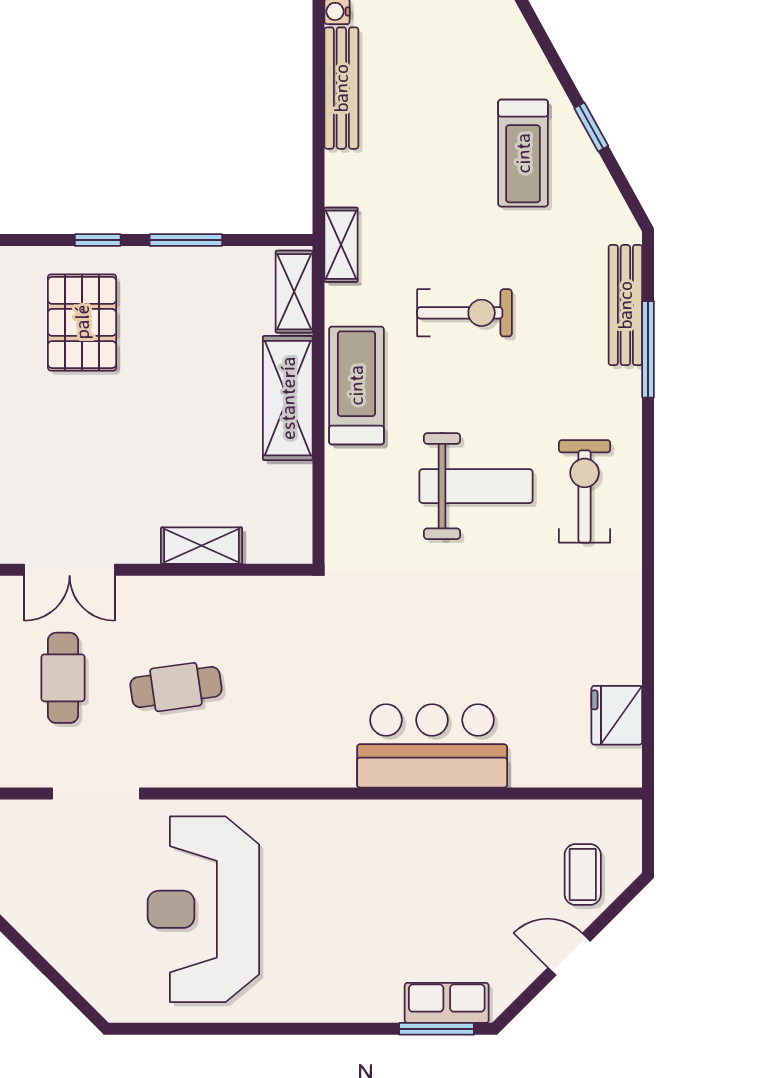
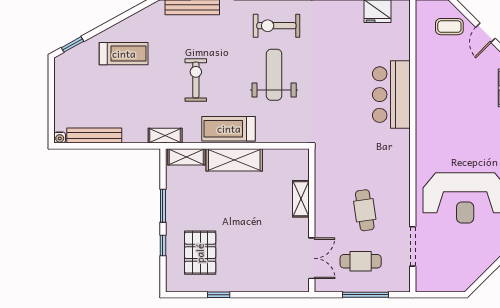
window: (591, 127) -> (72, 44), moved
pallet: (82, 322) -> (200, 253), turned 90

